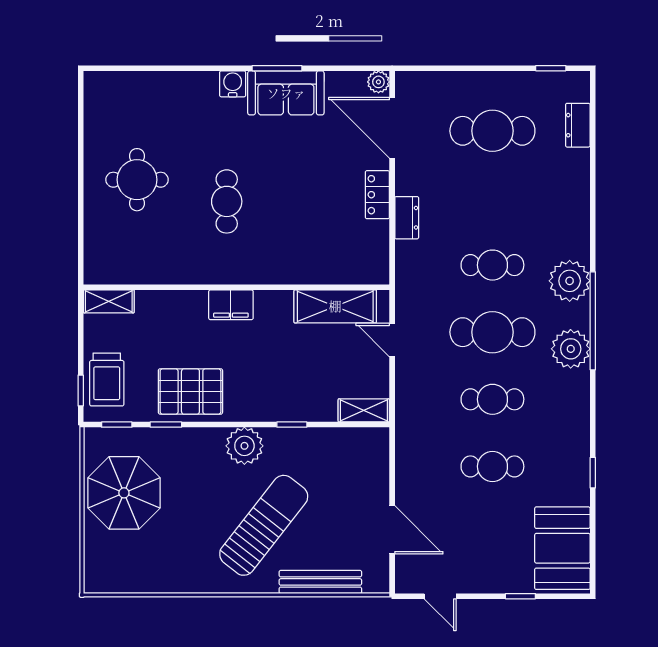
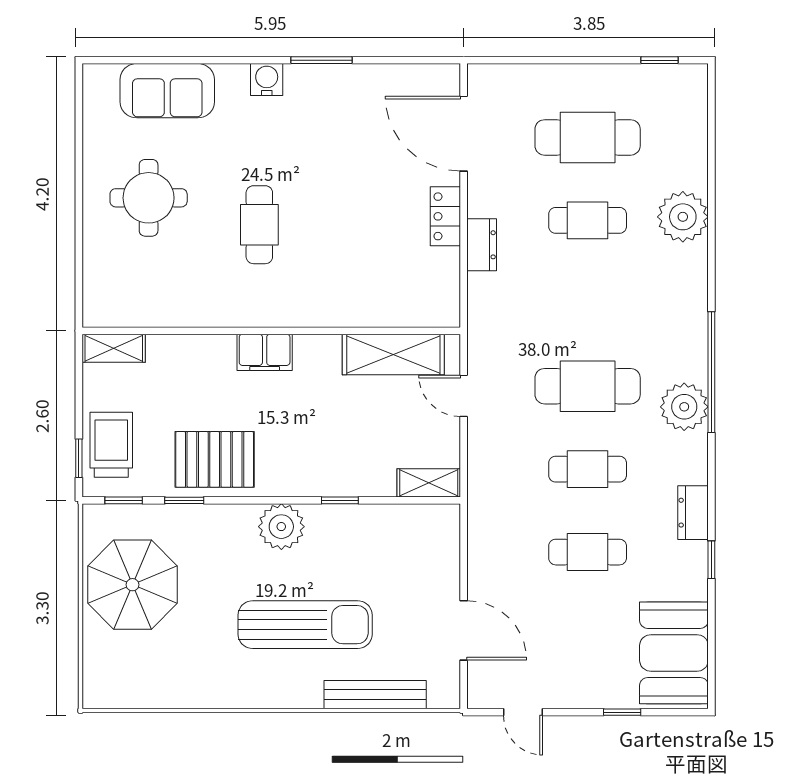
plant: (378, 82) -> (447, 77), removed
sofa: (286, 93) -> (167, 91), moved
dresser: (578, 125) -> (693, 513), moved
cafe table: (492, 265) -> (588, 220), moved
plant: (570, 281) -> (683, 217), moved
trolley: (107, 380) -> (111, 445), turned 180
sun lounger: (264, 525) -> (305, 625), turned 52

